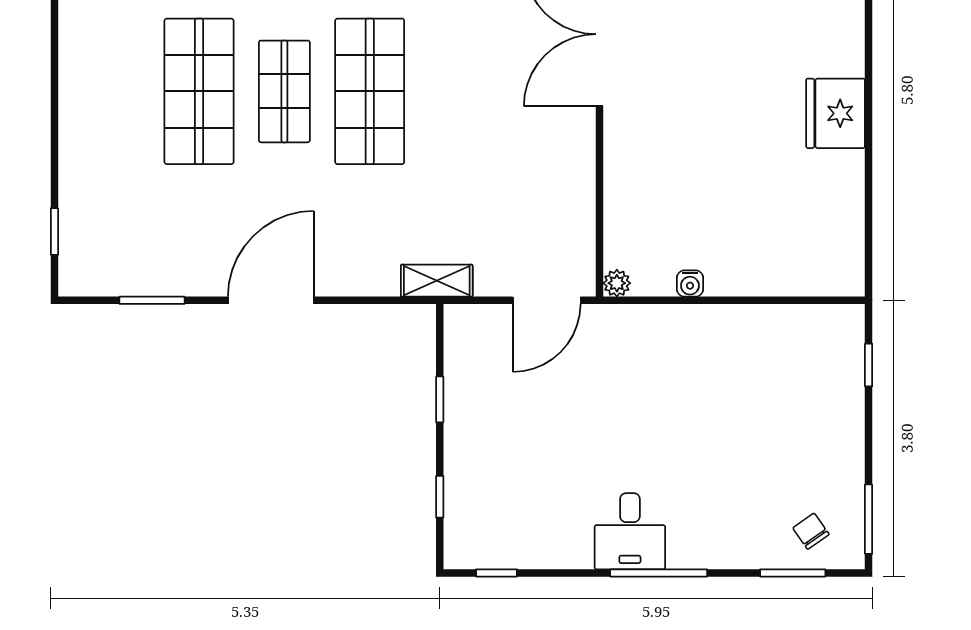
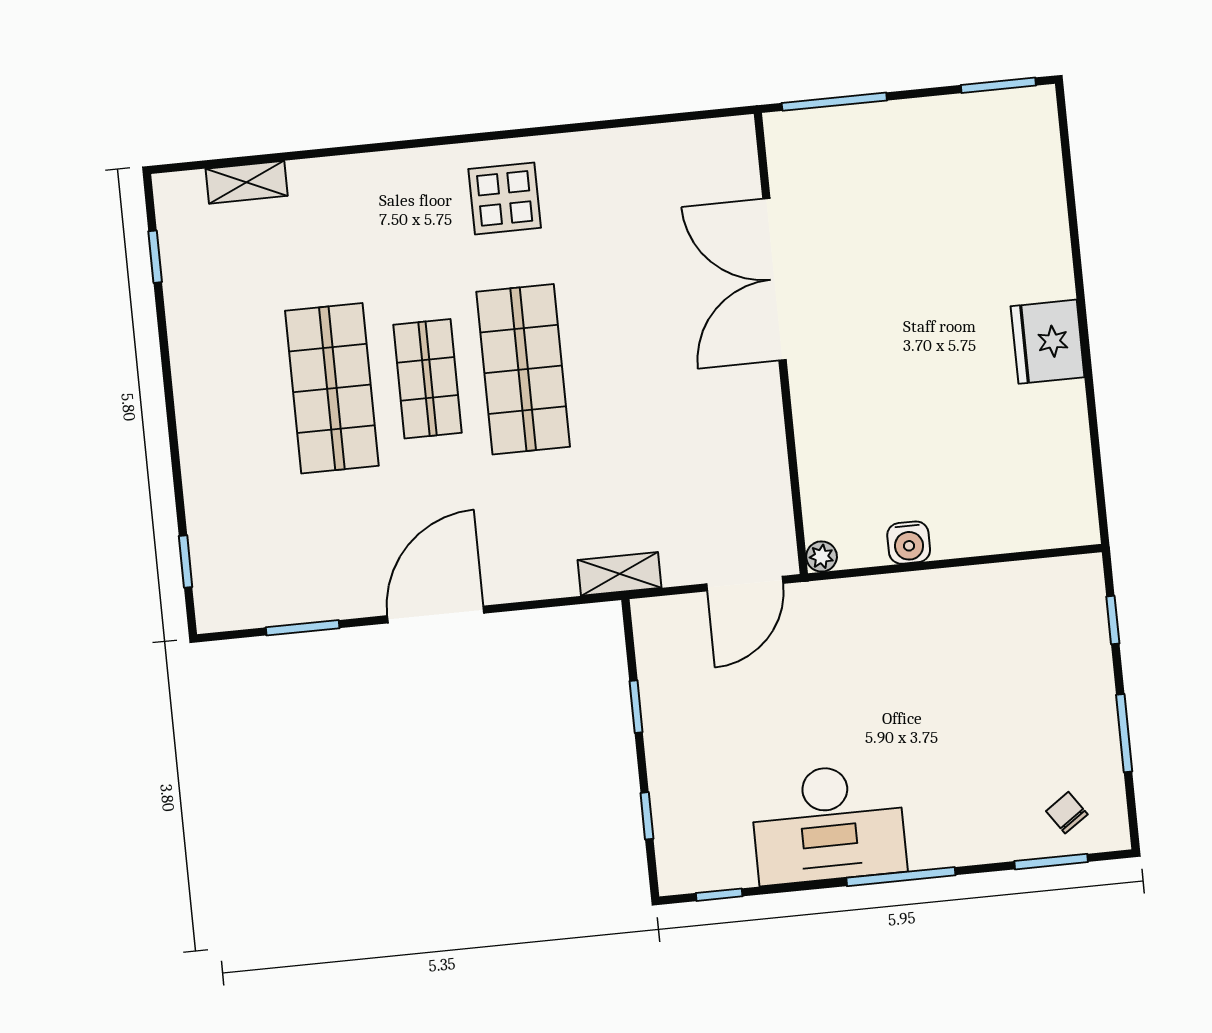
water cooler: (690, 284) -> (909, 543), width x1.38, depth x1.38
window: (869, 519) -> (1124, 733), moved
desk: (630, 531) -> (828, 824), width x1.87, depth x1.30

